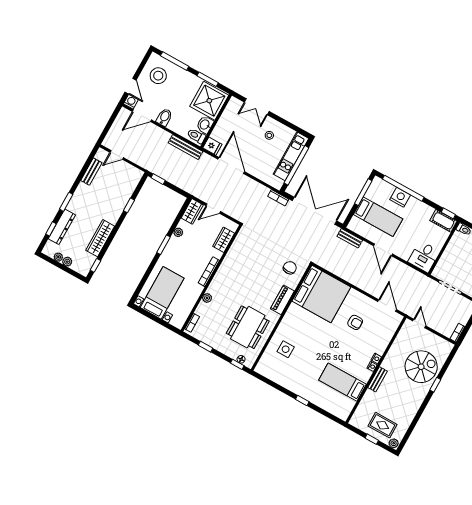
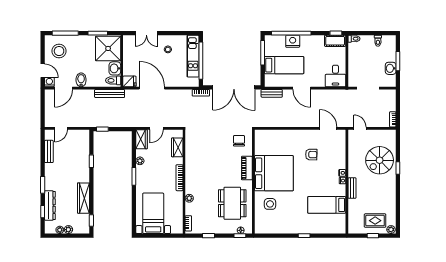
double door: (315, 211) -> (234, 87), swing flipped
bed: (321, 294) -> (274, 173), moved
spiral stairs: (421, 367) -> (380, 160), turned 180

